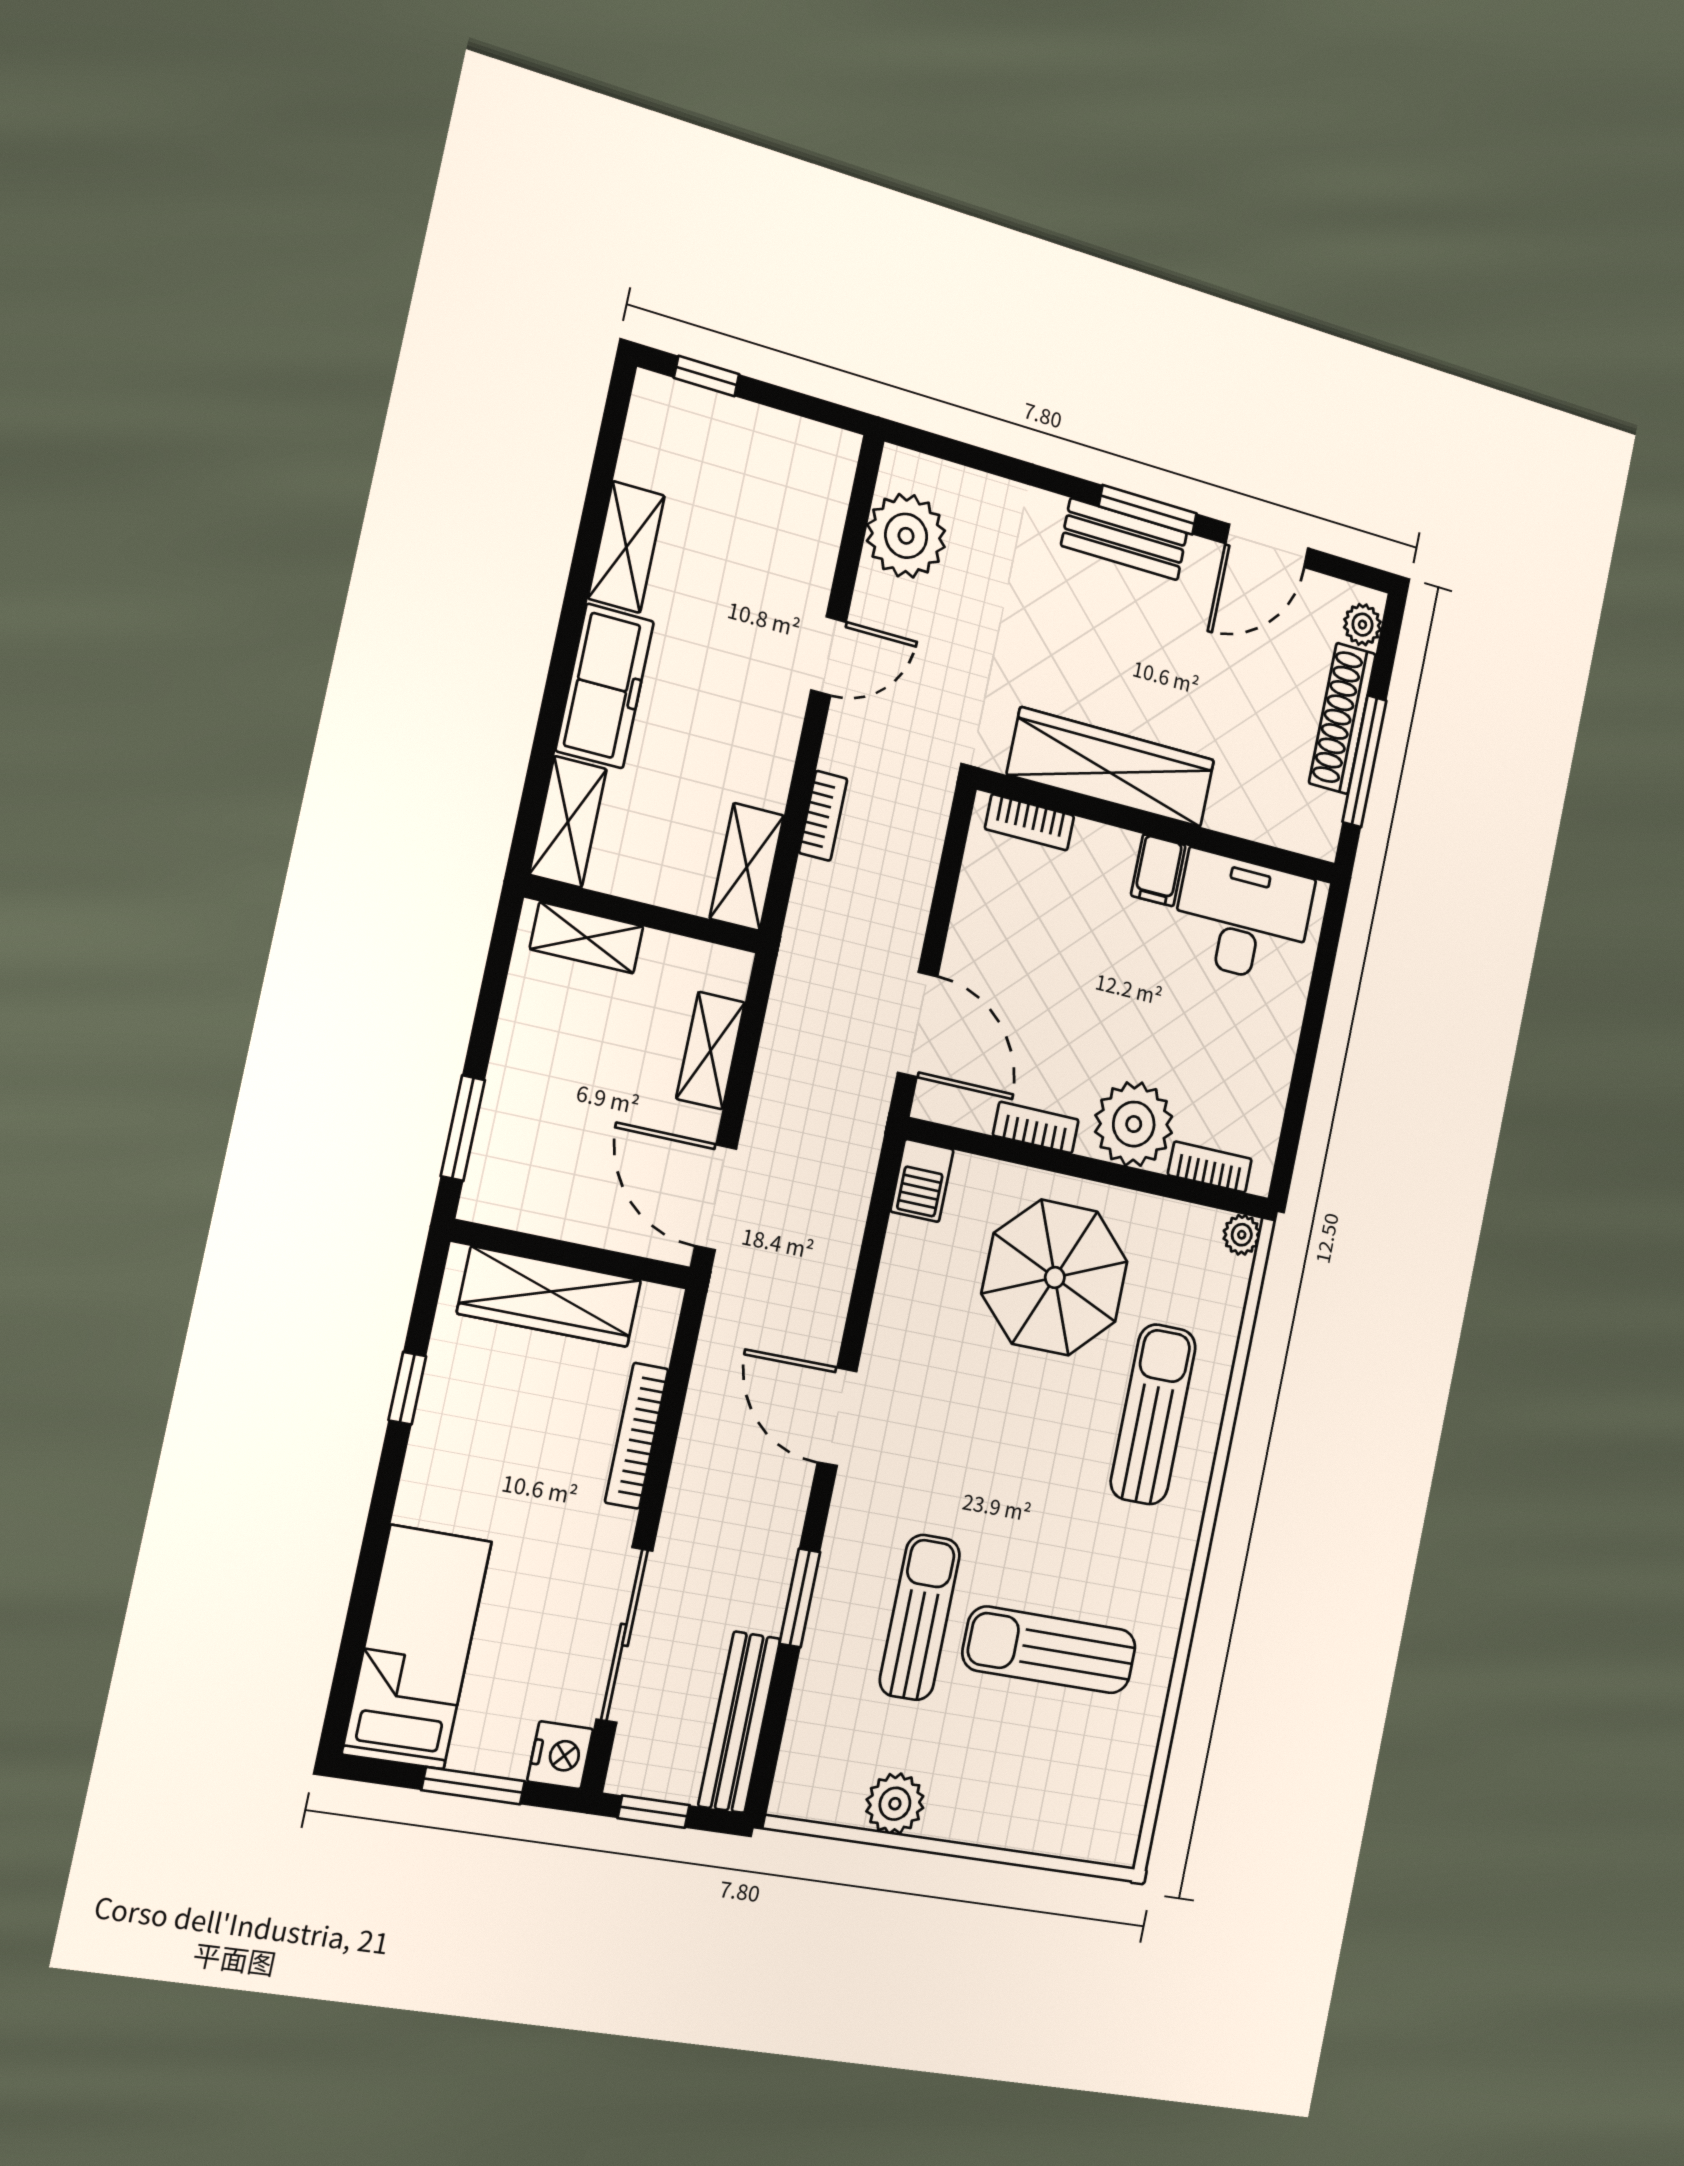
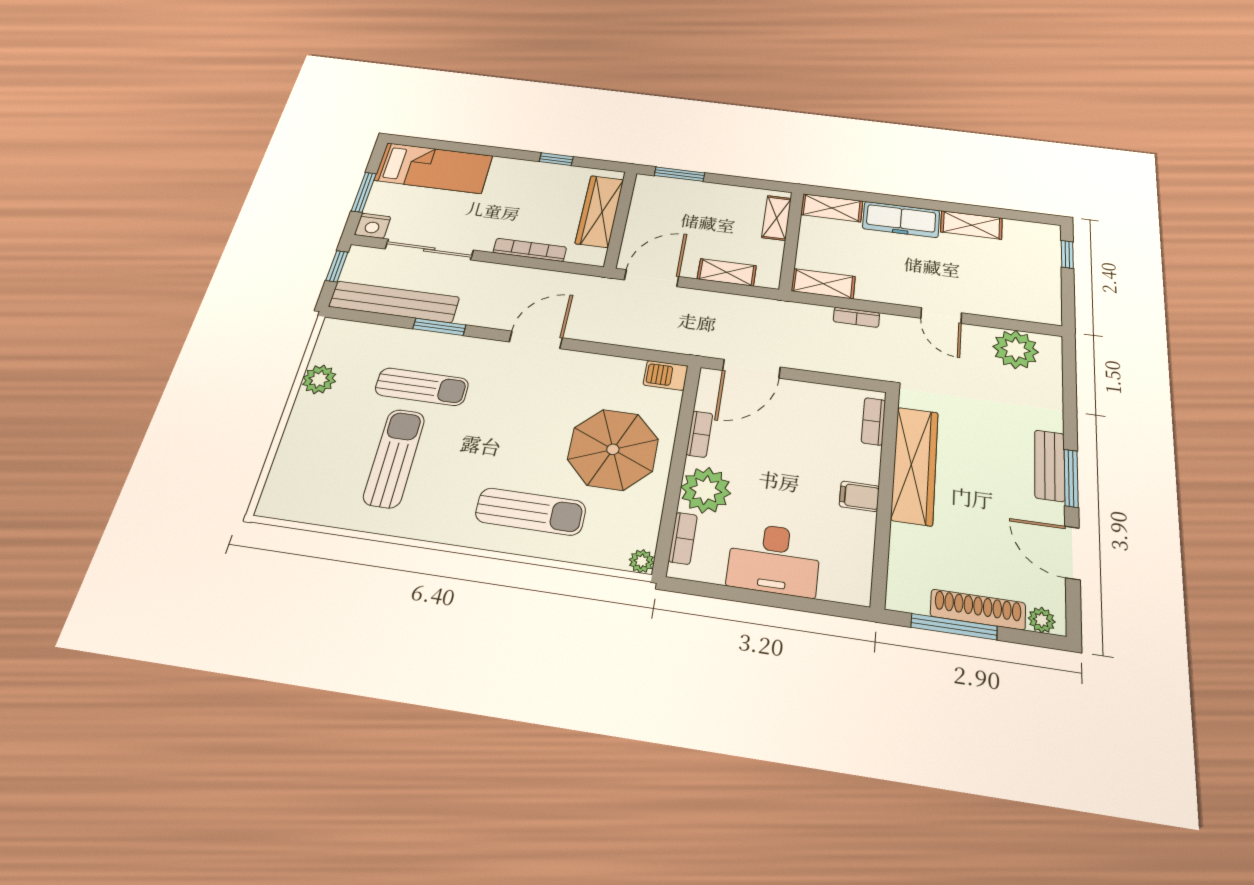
desk: (1242, 918) -> (774, 559), moved, turned 90
bench: (739, 1722) -> (394, 302), width x1.37, depth x1.21

